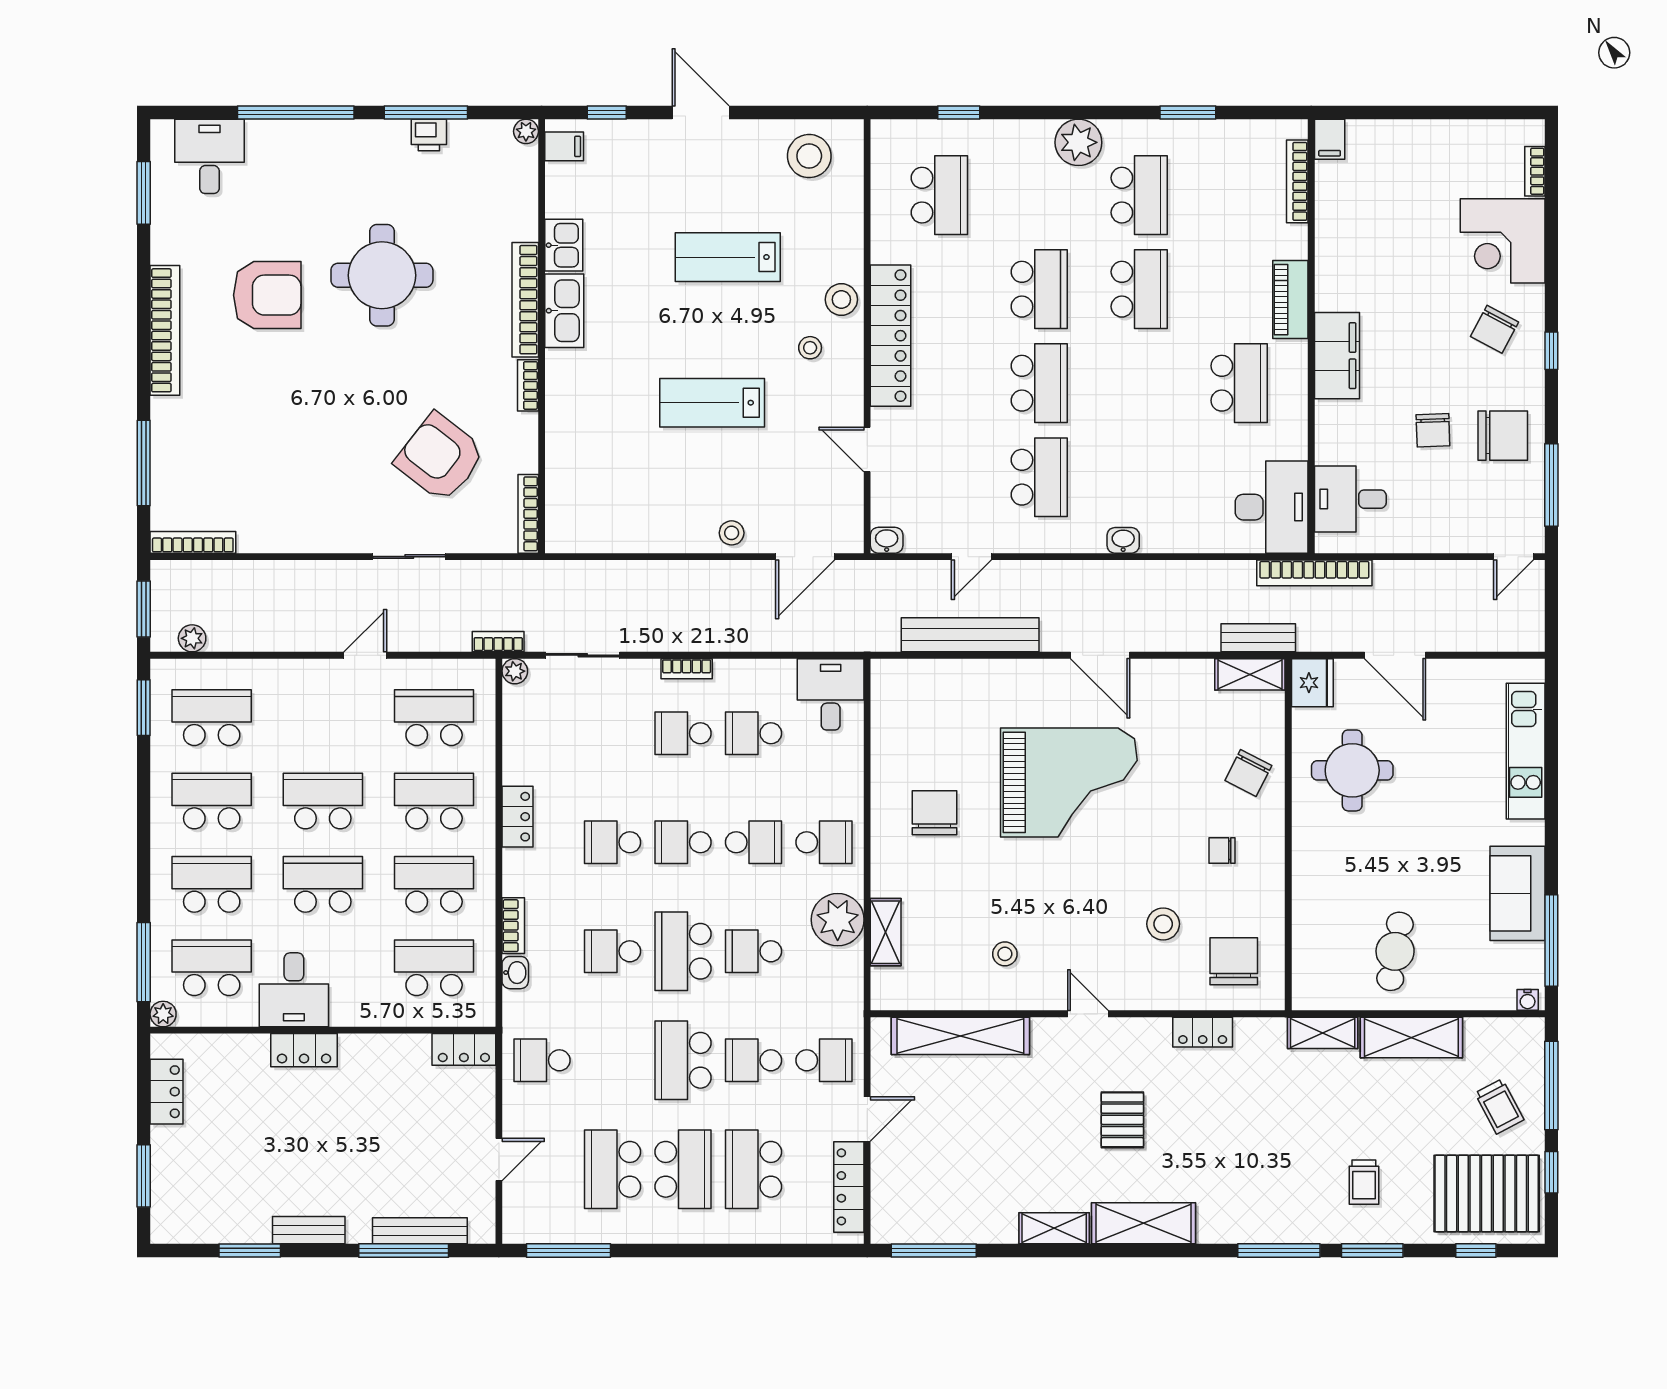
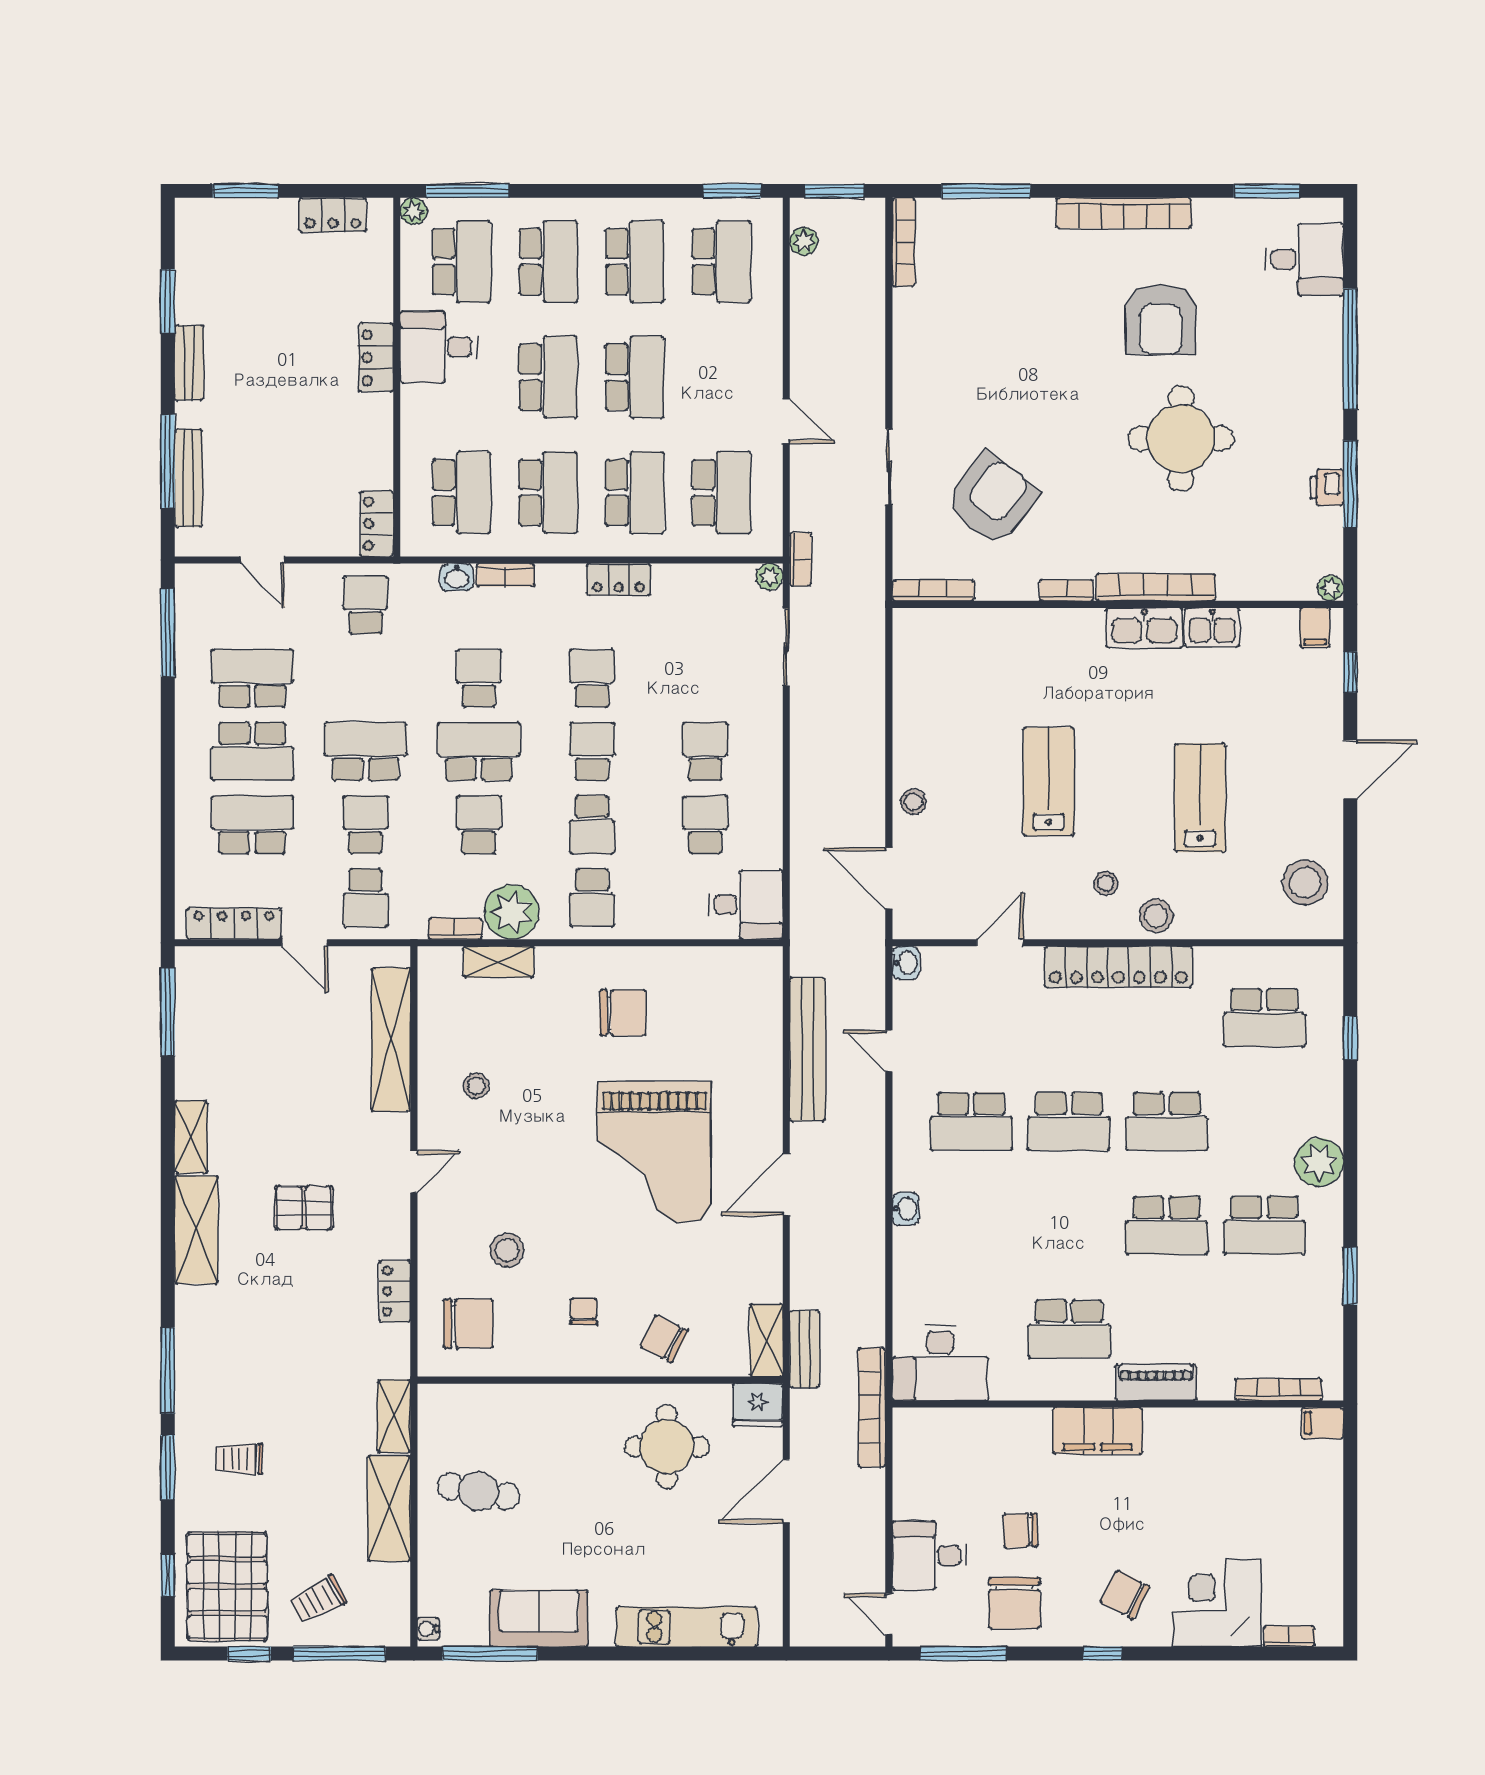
desk: (1350, 499) -> (929, 1555), moved, turned -90
bookcase: (687, 669) -> (455, 929), moved, turned 90

